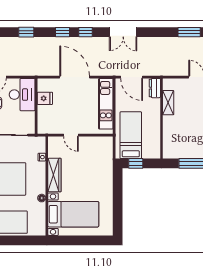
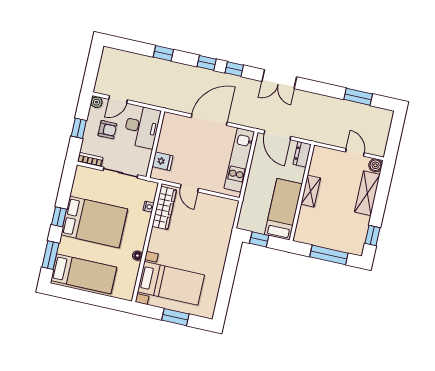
door: (75, 77) -> (209, 120), hinge flipped
fridge: (45, 98) -> (162, 161), moved
shelving: (168, 103) -> (311, 191), moved
bed: (131, 135) -> (283, 209), moved
wardrobe: (54, 175) -> (164, 208), moved
window: (83, 240) -> (175, 317), added

